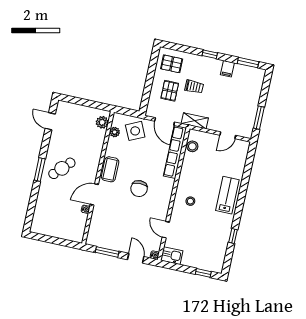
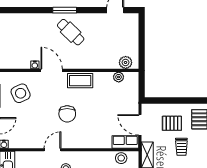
door: (165, 122) -> (140, 125), hinge flipped
side table: (135, 131) -> (21, 93), moved
row of seats: (175, 152) -> (125, 142), width x0.50
chair: (139, 189) -> (67, 114), turned -90
door: (166, 230) -> (53, 150), moved

